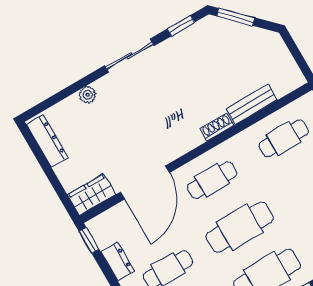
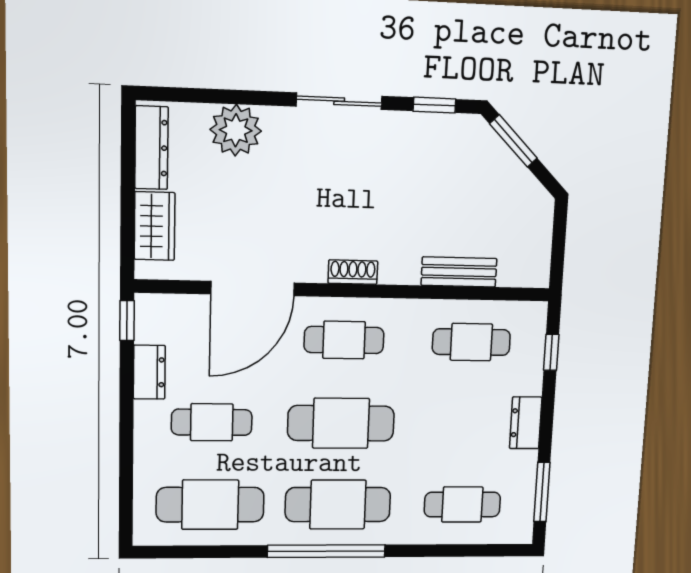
plant: (88, 95) -> (236, 130), width x1.87, depth x1.87
shoe rack: (217, 127) -> (353, 272), moved
wardrobe: (92, 195) -> (155, 226), moved, turned 90

